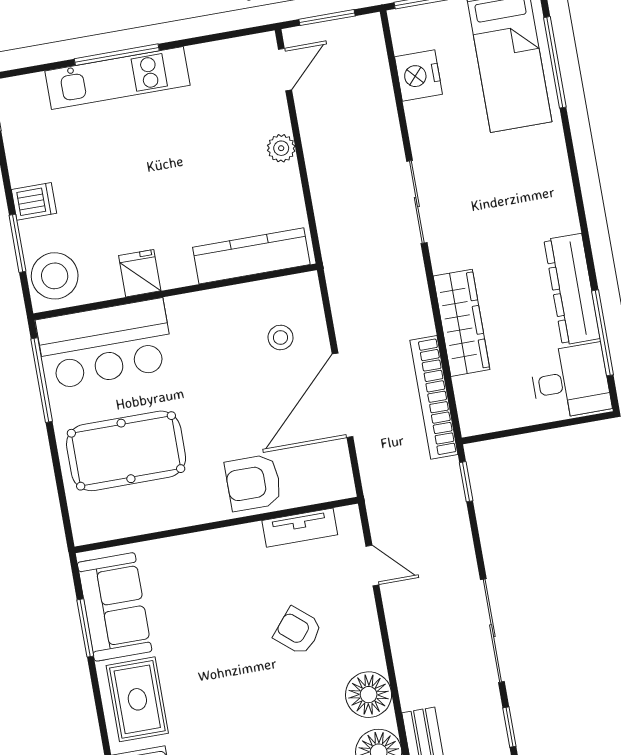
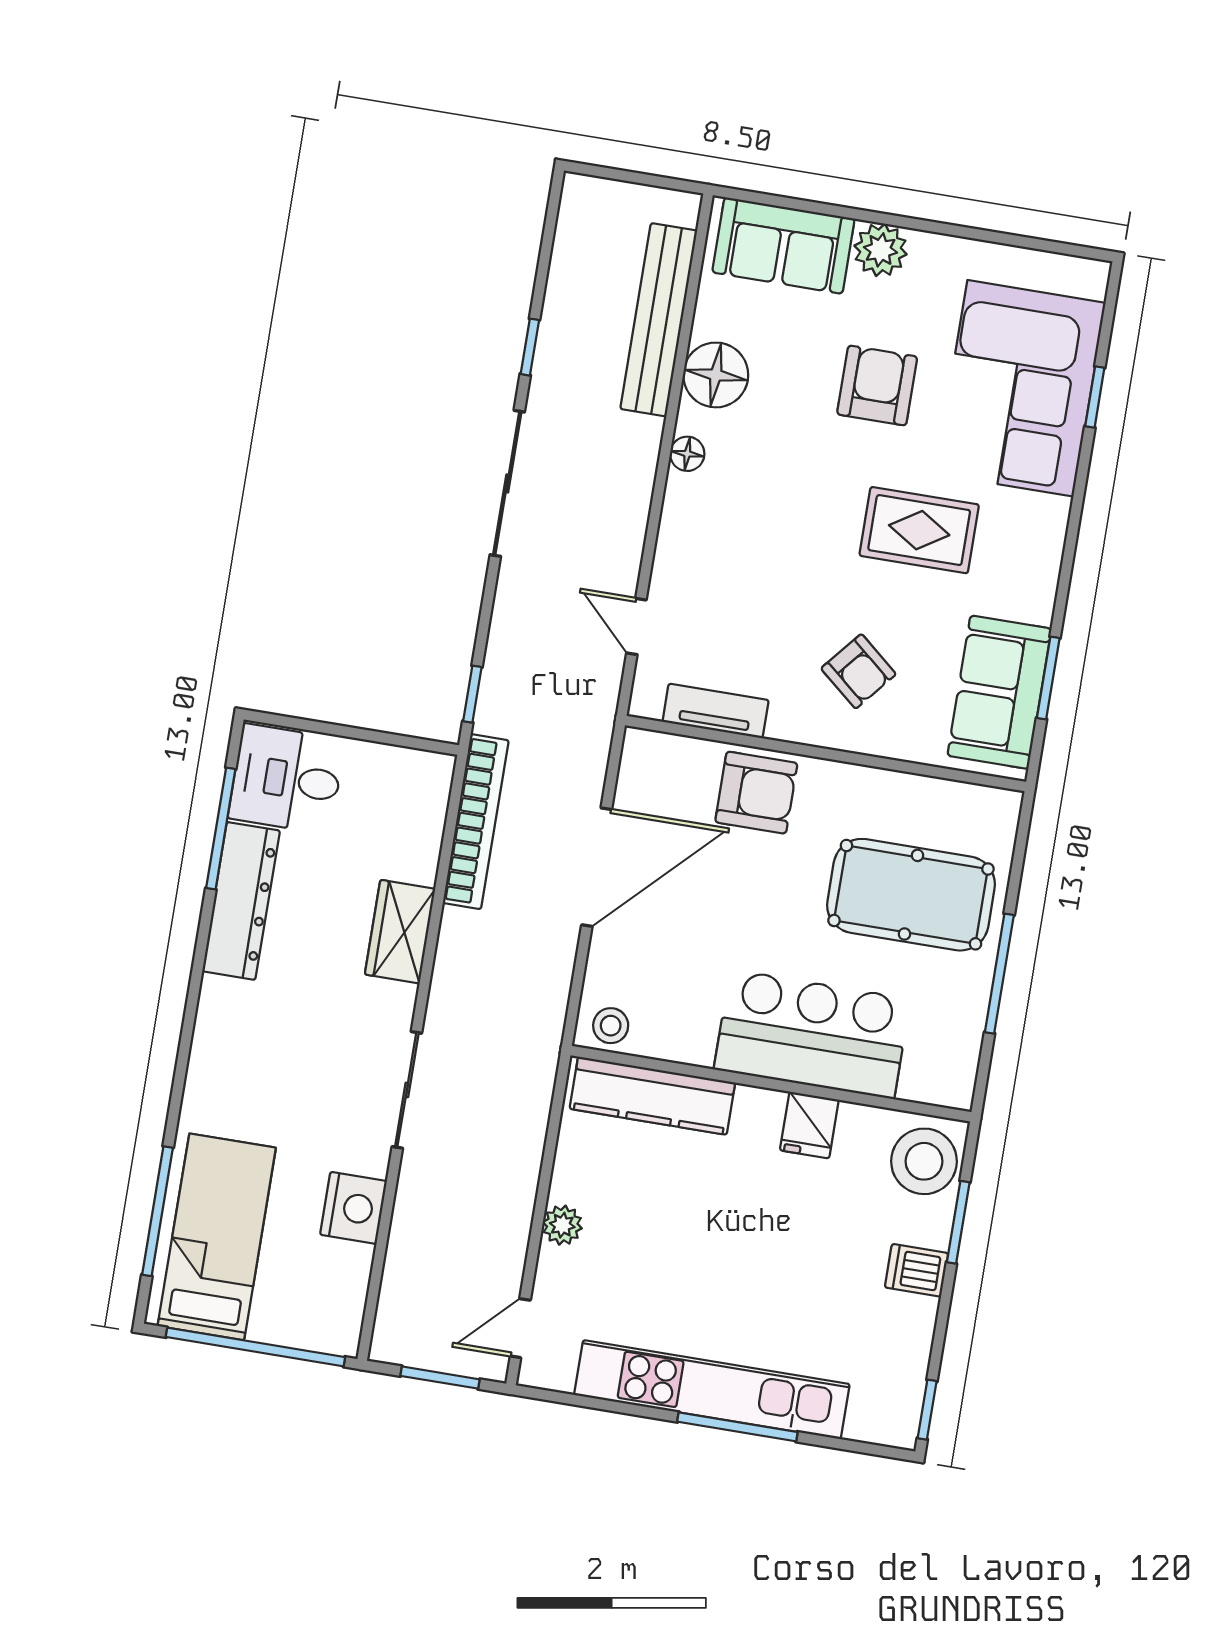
nightstand: (419, 76) -> (353, 1208), moved
kitchen unit: (117, 78) -> (712, 1390), width x1.36
wardrobe: (462, 323) -> (400, 932), width x0.67
stool: (281, 337) -> (611, 1026), moved
bar counter: (105, 344) -> (812, 1034), moved
window: (42, 380) -> (999, 974), moved
armchair: (298, 631) -> (858, 671), moved
floor lamp: (369, 695) -> (687, 454), width x0.53, depth x0.53
rug: (137, 699) -> (919, 530), moved, turned 90

